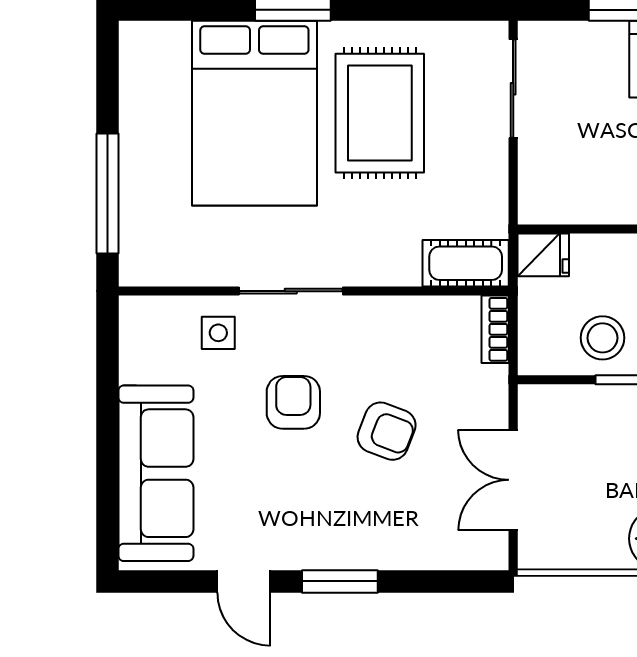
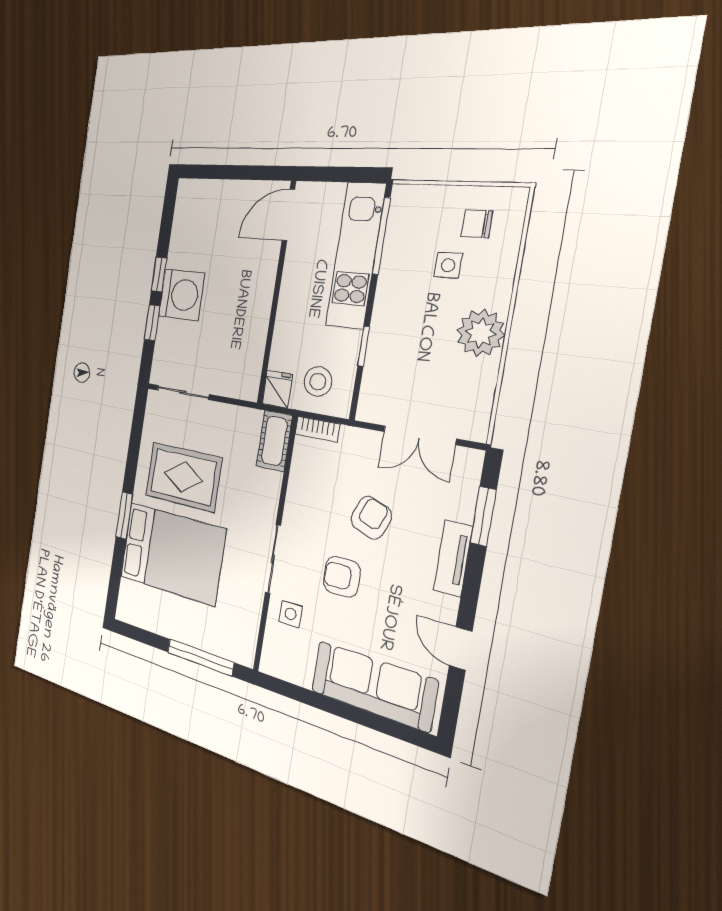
stool: (602, 338) -> (318, 382), moved
tv unit: (359, 552) -> (453, 558), added
door: (244, 581) -> (461, 648), swing flipped
window: (340, 581) -> (483, 516), moved

